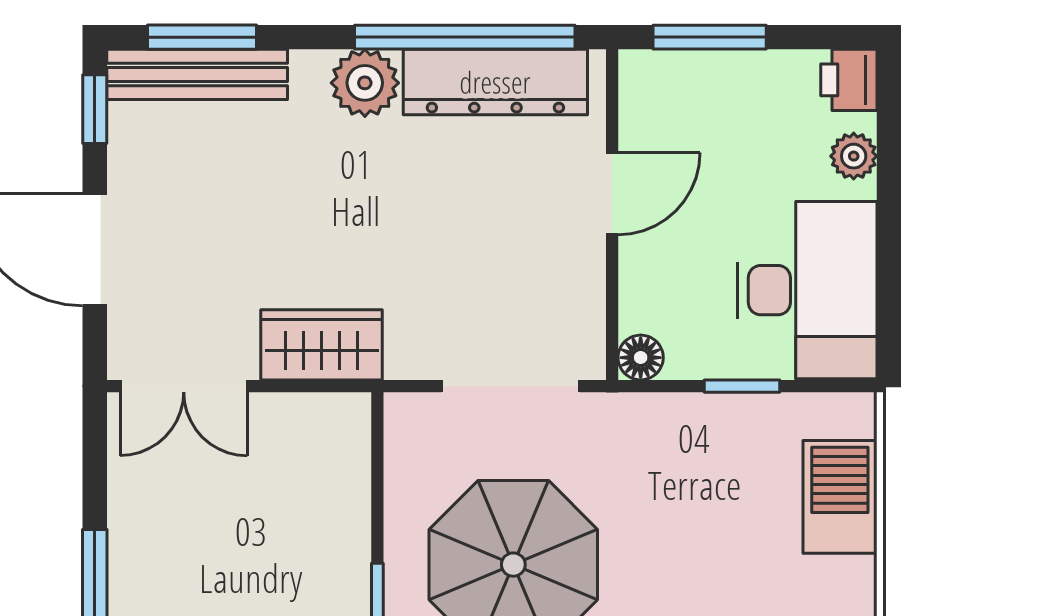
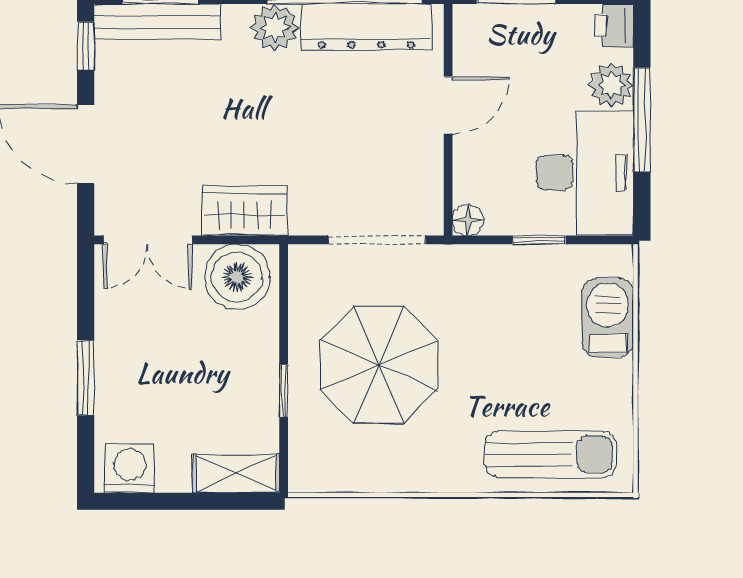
plant: (854, 156) -> (611, 85), width x1.38, depth x1.38
window: (889, 215) -> (642, 120), added
boiler: (311, 439) -> (237, 277), added

